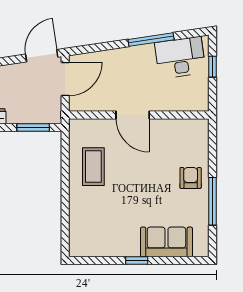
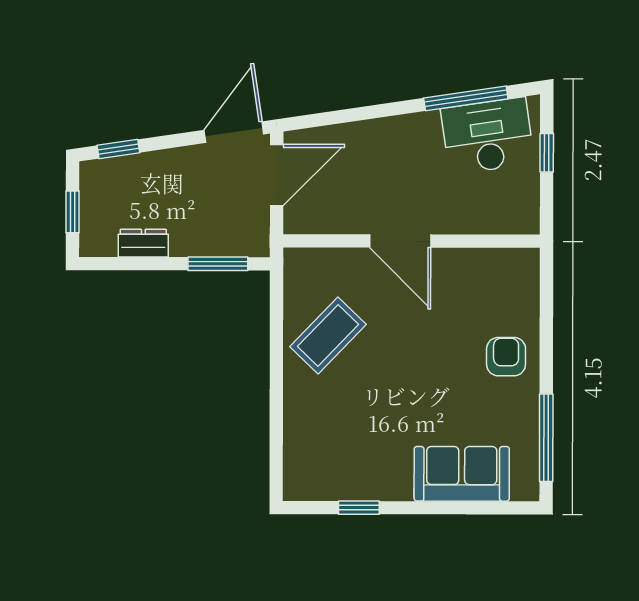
window: (151, 40) -> (466, 98), moved
coffee table: (93, 167) -> (328, 335), turned 44
window: (213, 201) -> (546, 438), moved
window: (137, 261) -> (359, 508), moved

